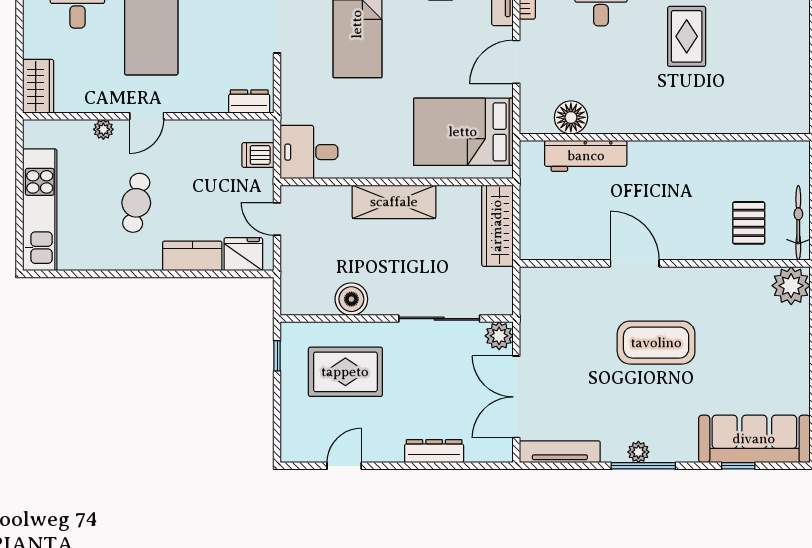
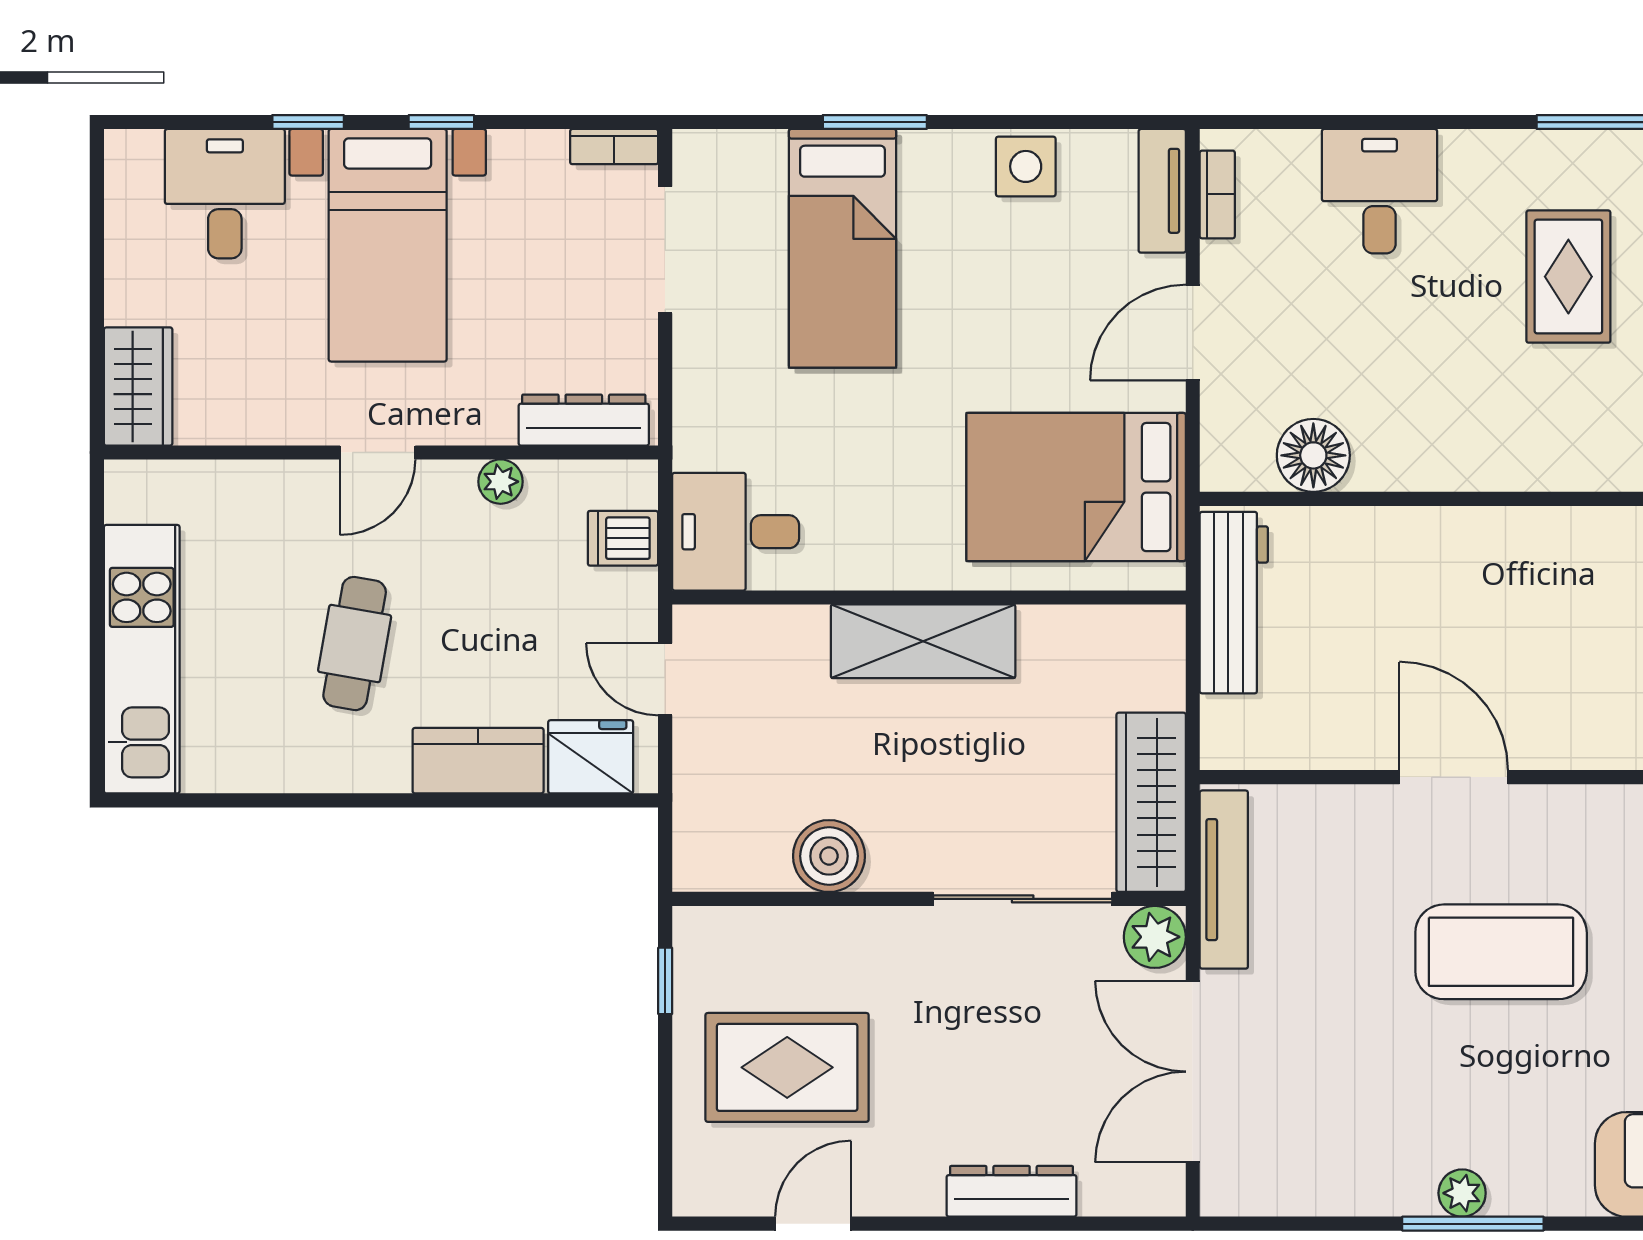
dresser: (249, 101) -> (584, 420), width x1.44
plant: (103, 129) -> (501, 482), moved
workbench: (586, 156) -> (1234, 603), moved, turned -90
wardrobe: (497, 226) -> (1151, 802), moved
rug: (345, 372) -> (787, 1067), moved
tv unit: (560, 452) -> (1224, 880), moved, turned 90

